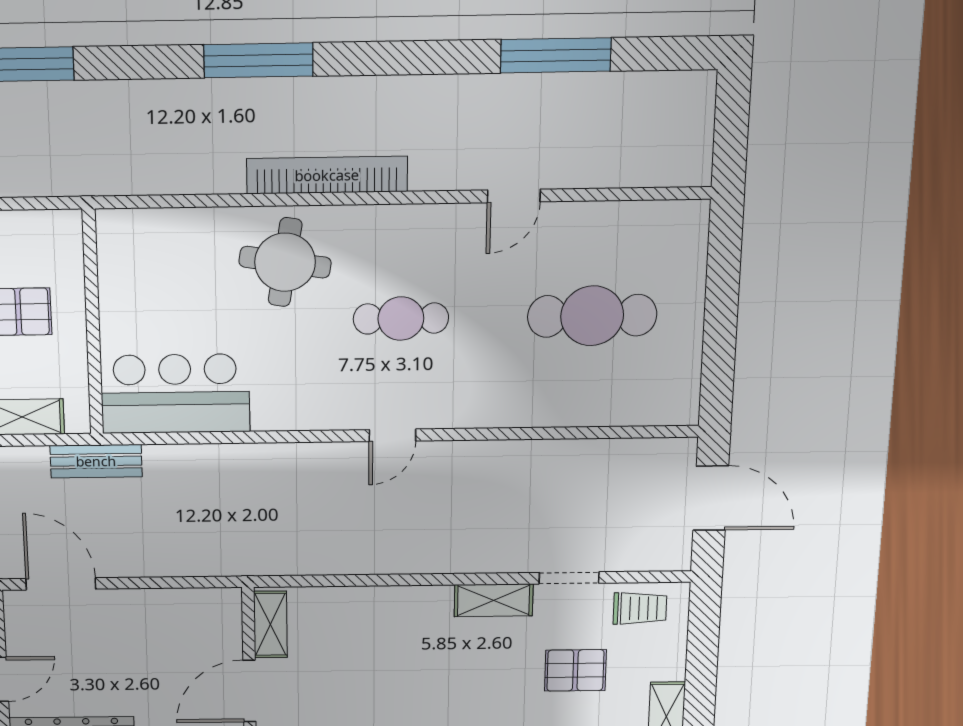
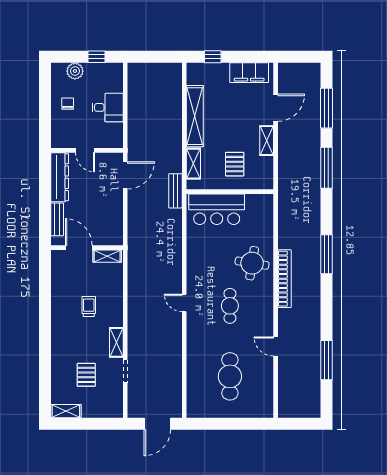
bar counter: (175, 394) -> (217, 209), moved, turned 90
trolley: (640, 608) -> (89, 306), moved, turned 180

